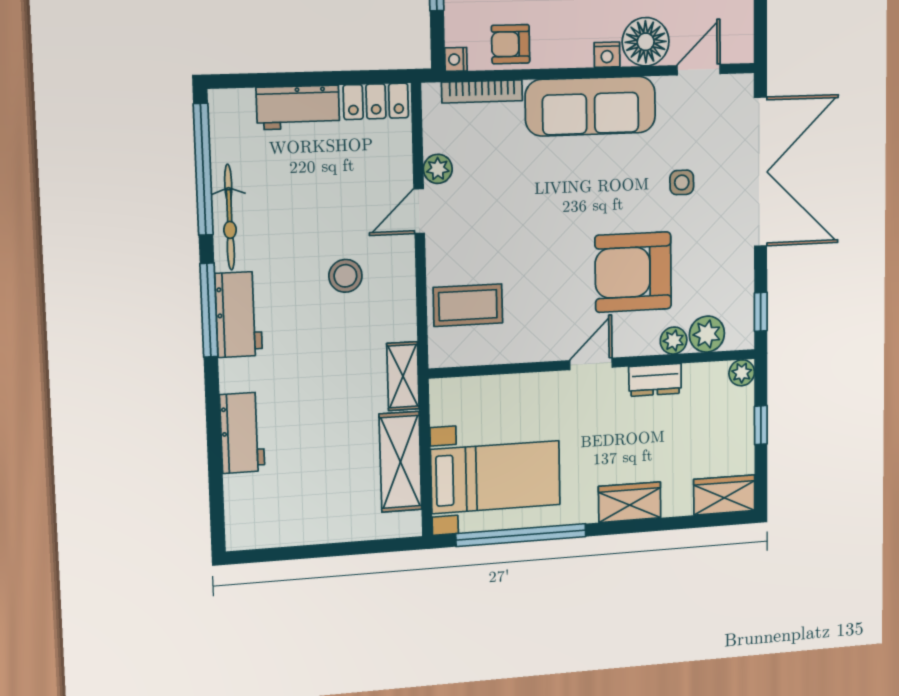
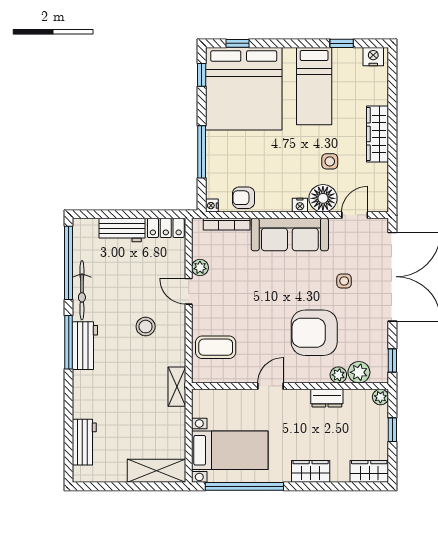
door: (419, 211) -> (189, 291), hinge flipped
door: (591, 364) -> (271, 386), moved
workbench: (242, 433) -> (84, 442), moved
shelving: (400, 462) -> (157, 471), moved, turned 90

